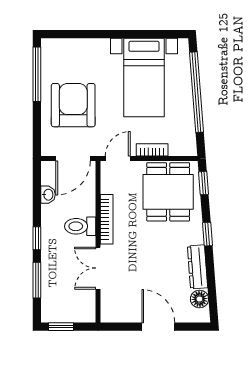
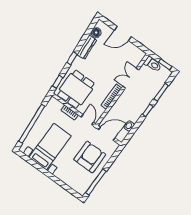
armchair: (73, 105) -> (90, 157), turned 180
door: (118, 159) -> (87, 120), swing flipped
toilet: (80, 226) -> (153, 64), moved
double door: (98, 268) -> (131, 78), swing flipped
door: (158, 327) -> (123, 33), hinge flipped

